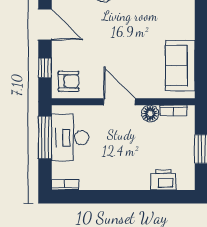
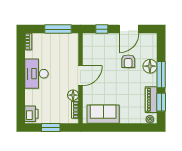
armchair: (68, 81) -> (128, 61), moved
desk: (70, 138) -> (37, 74), moved, turned -90
printer: (163, 180) -> (31, 114), moved

